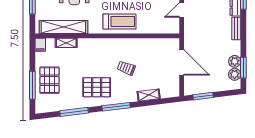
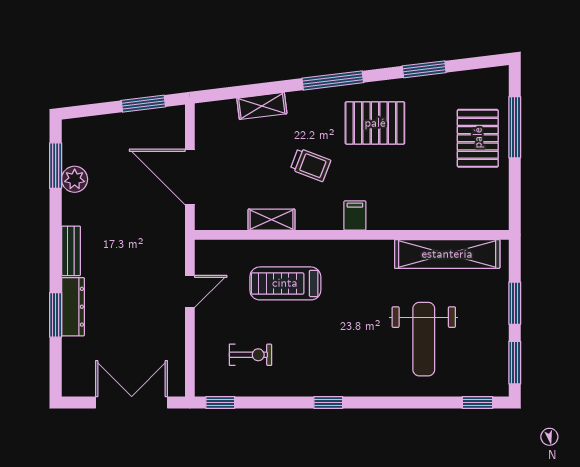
treadmill: (119, 22) -> (285, 283), moved
shelving: (66, 43) -> (272, 220), moved
filing cabinet: (40, 45) -> (355, 215), moved
plant: (235, 74) -> (75, 151), removed
window: (74, 112) -> (424, 69), width x0.69

